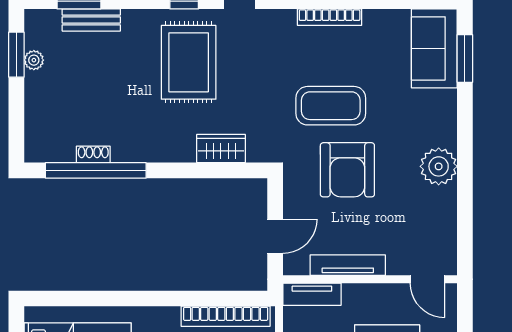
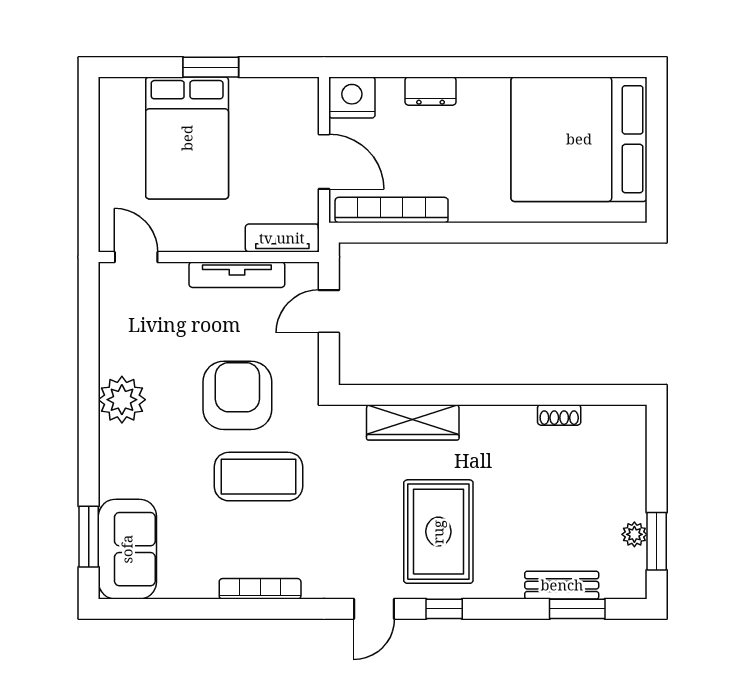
wardrobe: (221, 149) -> (413, 422), width x1.50
window: (96, 170) -> (556, 395), removed

